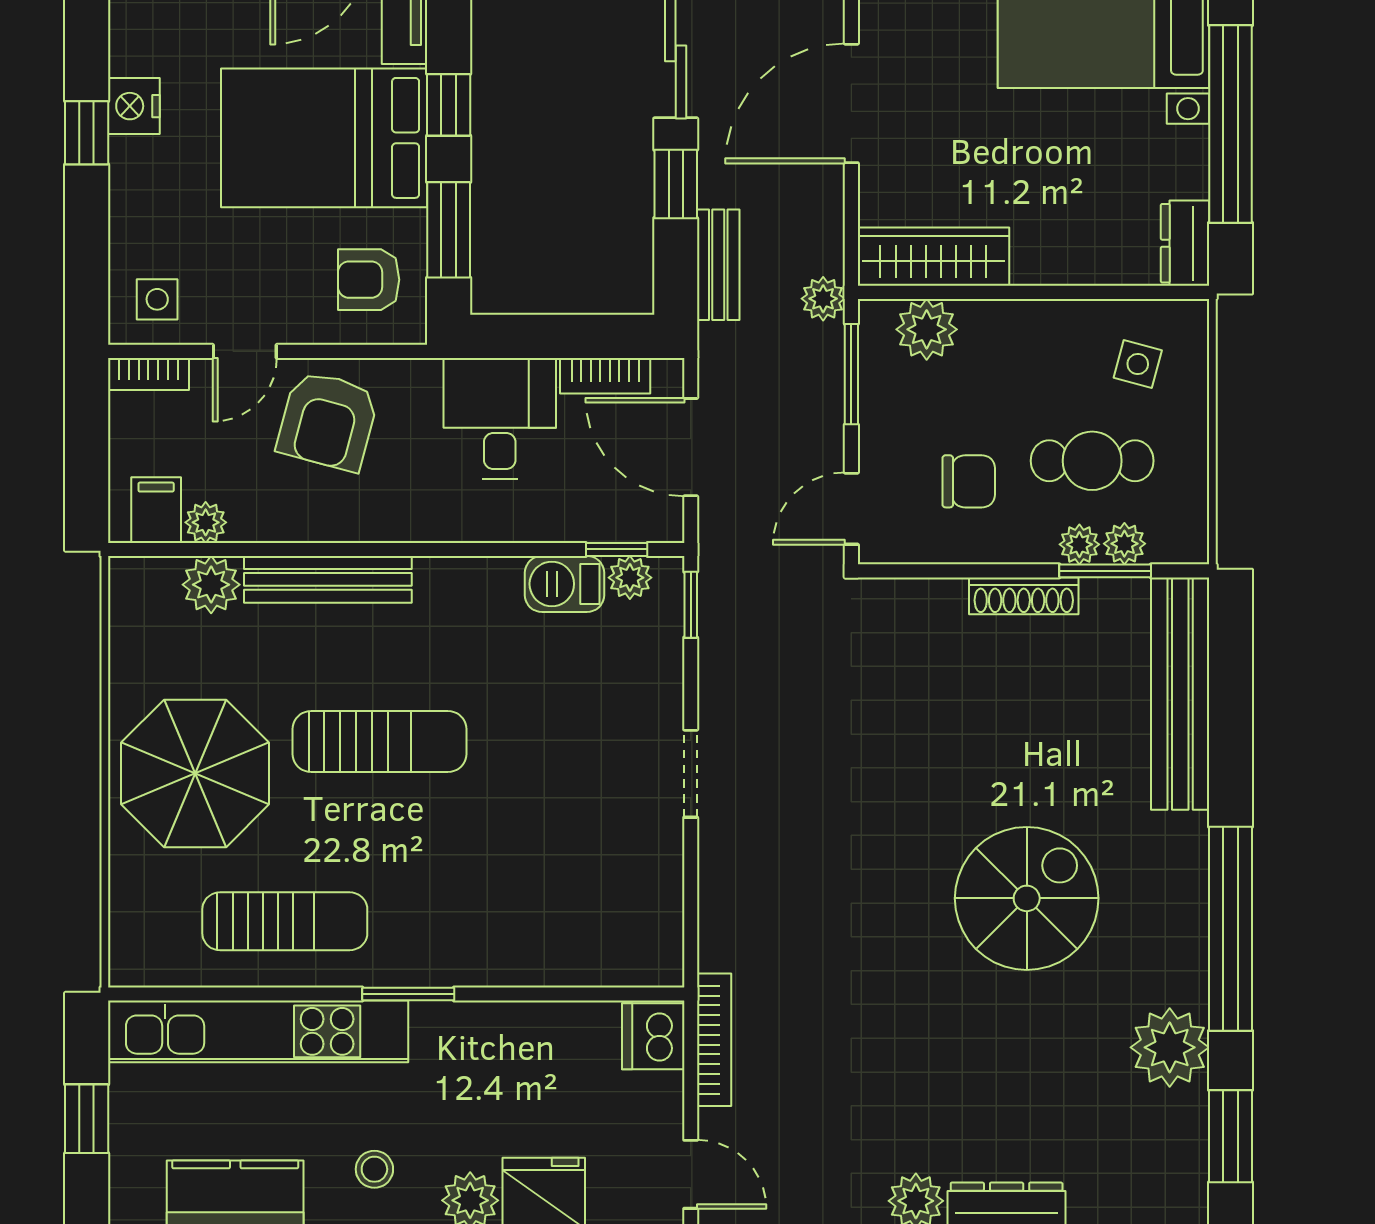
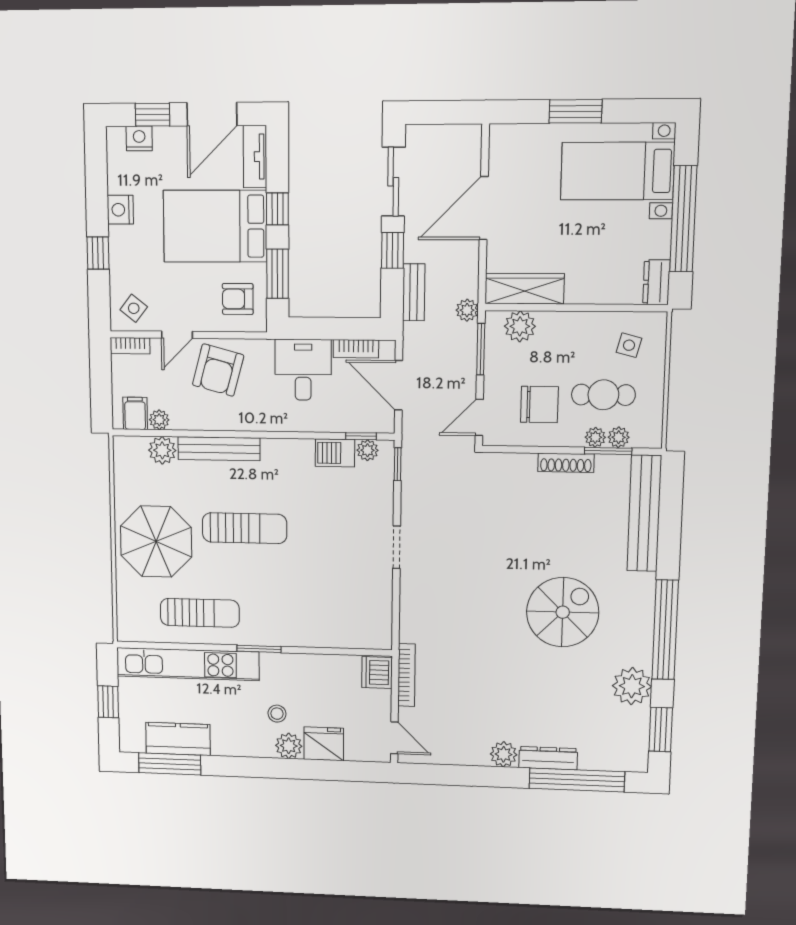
window: (87, 133) -> (98, 253), moved
side table: (157, 299) -> (134, 308), turned 38
chair: (969, 481) -> (539, 404), width x1.37, depth x1.37
stool: (374, 1169) -> (277, 714), moved

